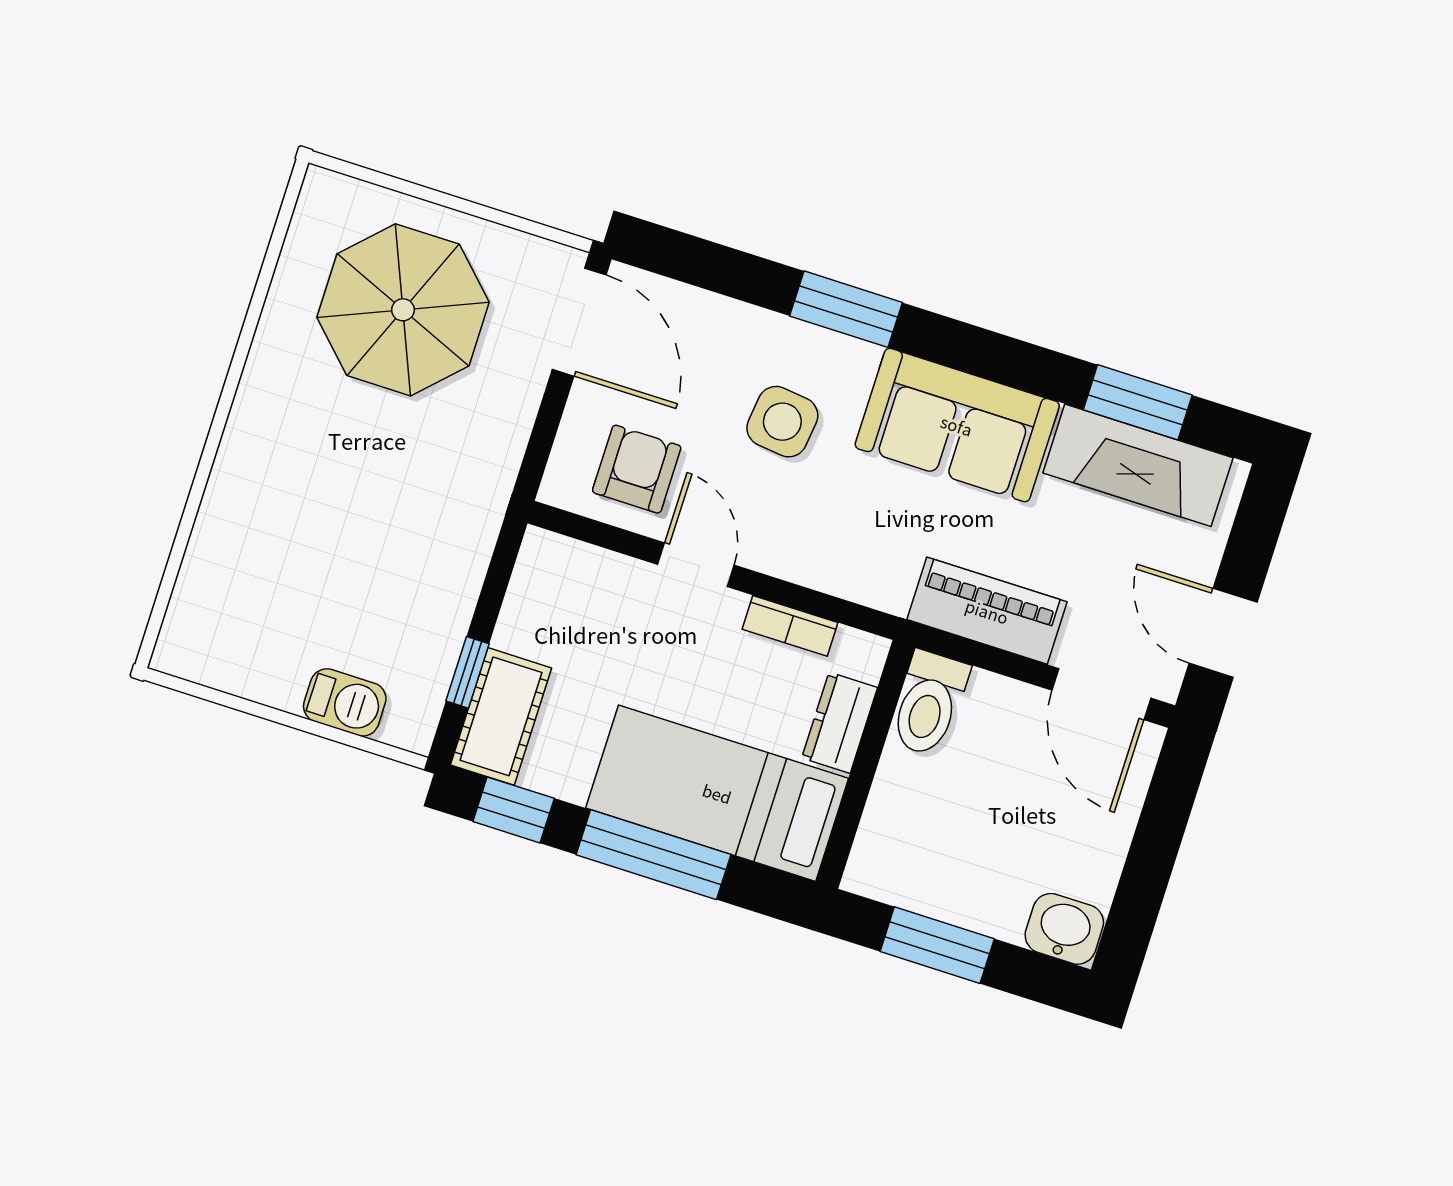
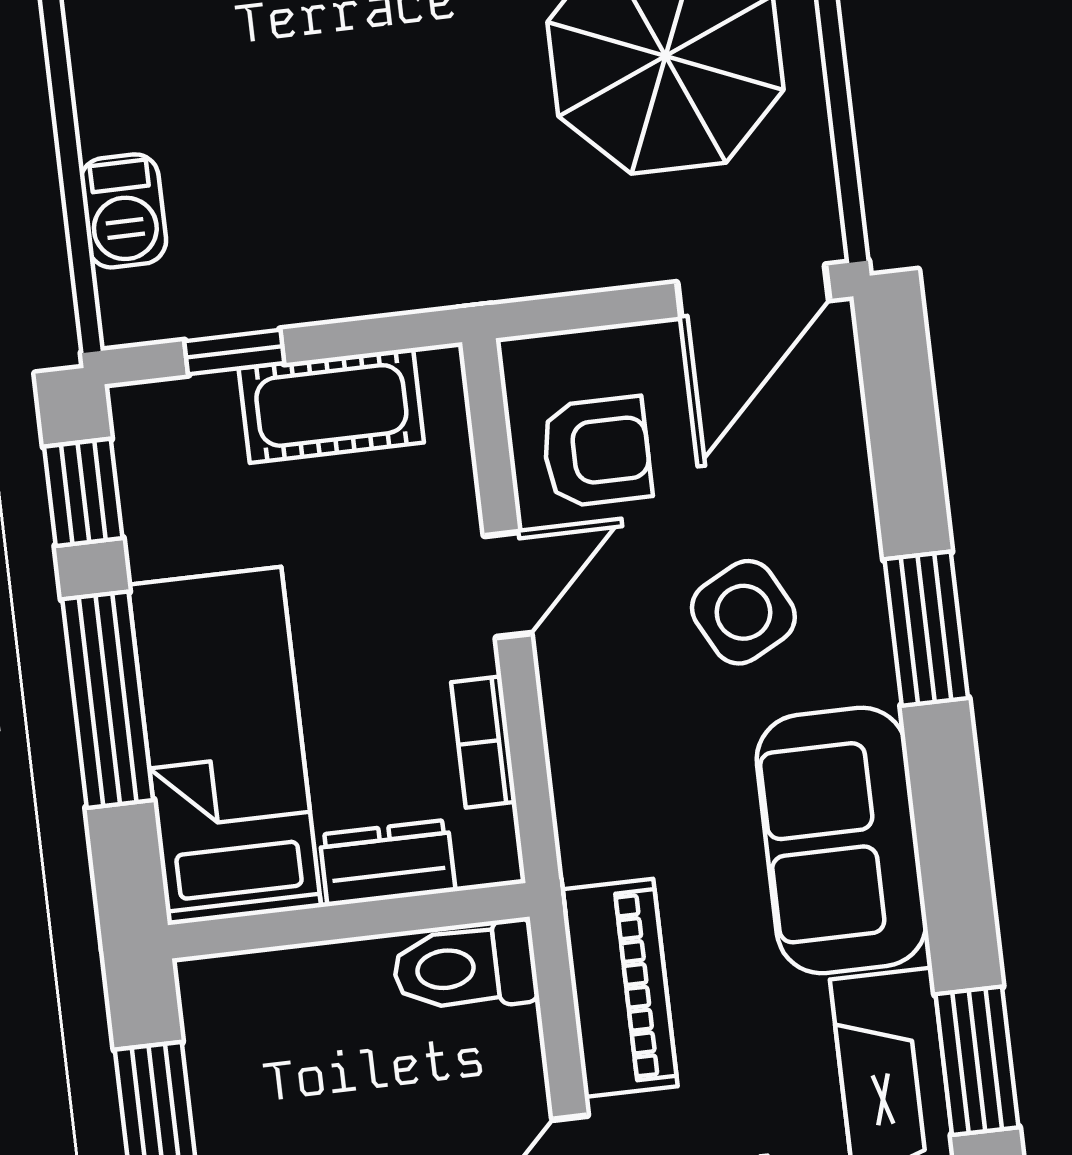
side table: (782, 422) -> (743, 612), turned -35
cot: (501, 716) -> (331, 405), moved

